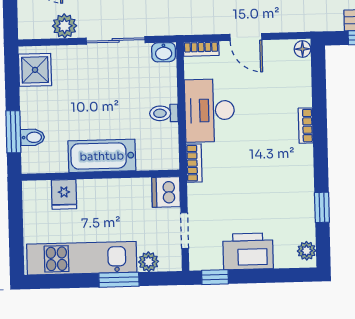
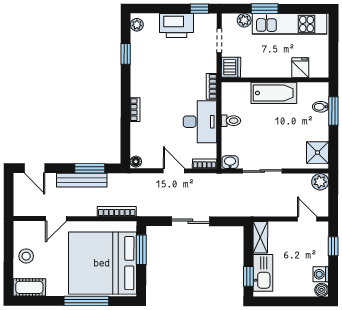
plant: (65, 26) -> (320, 182), moved

